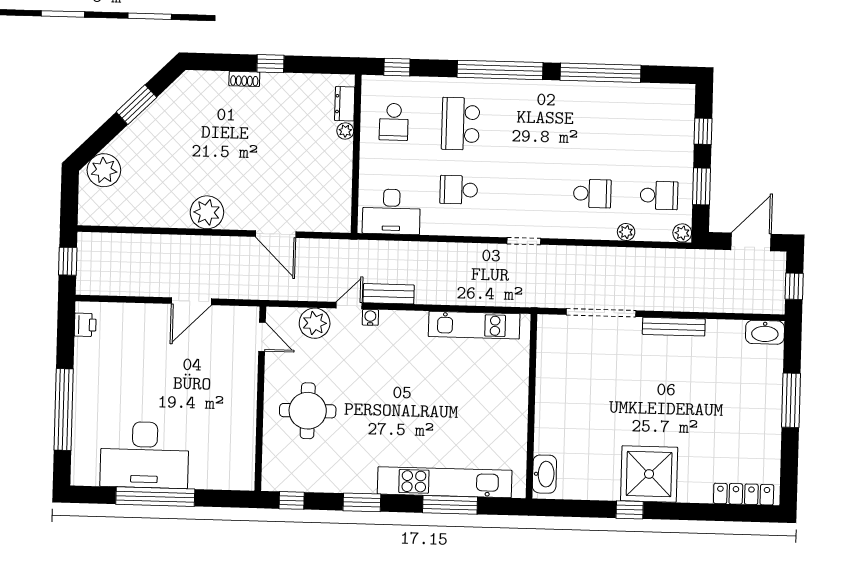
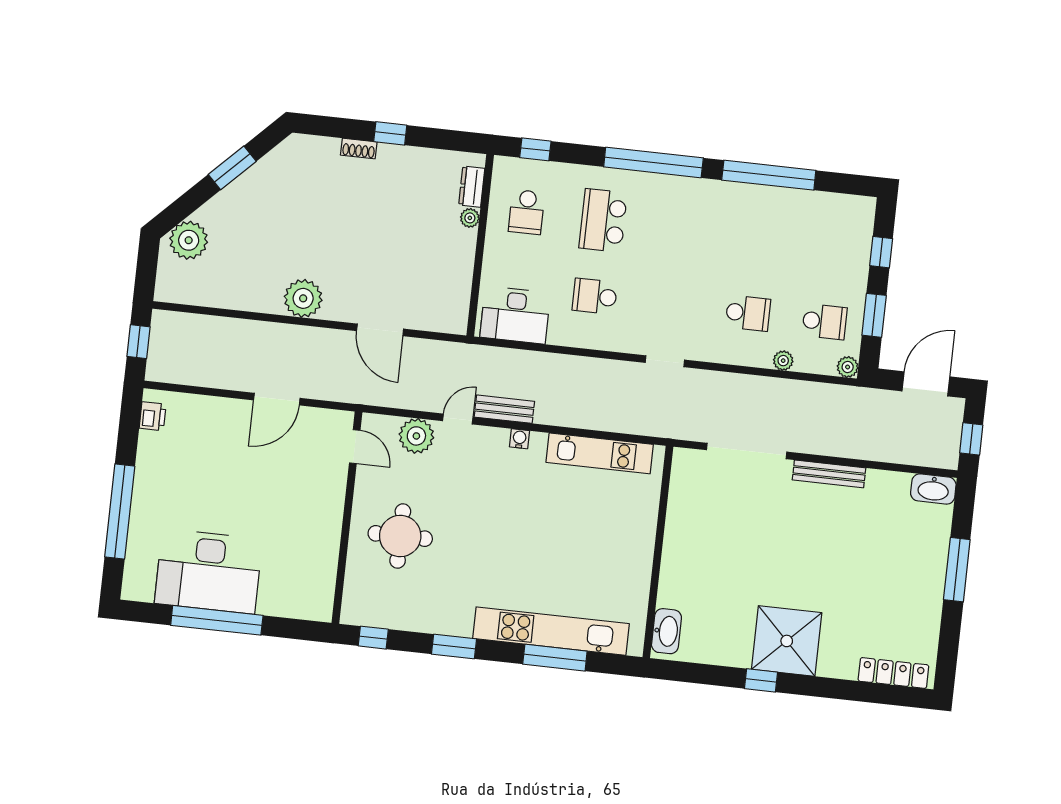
water cooler: (370, 317) -> (519, 439), moved

